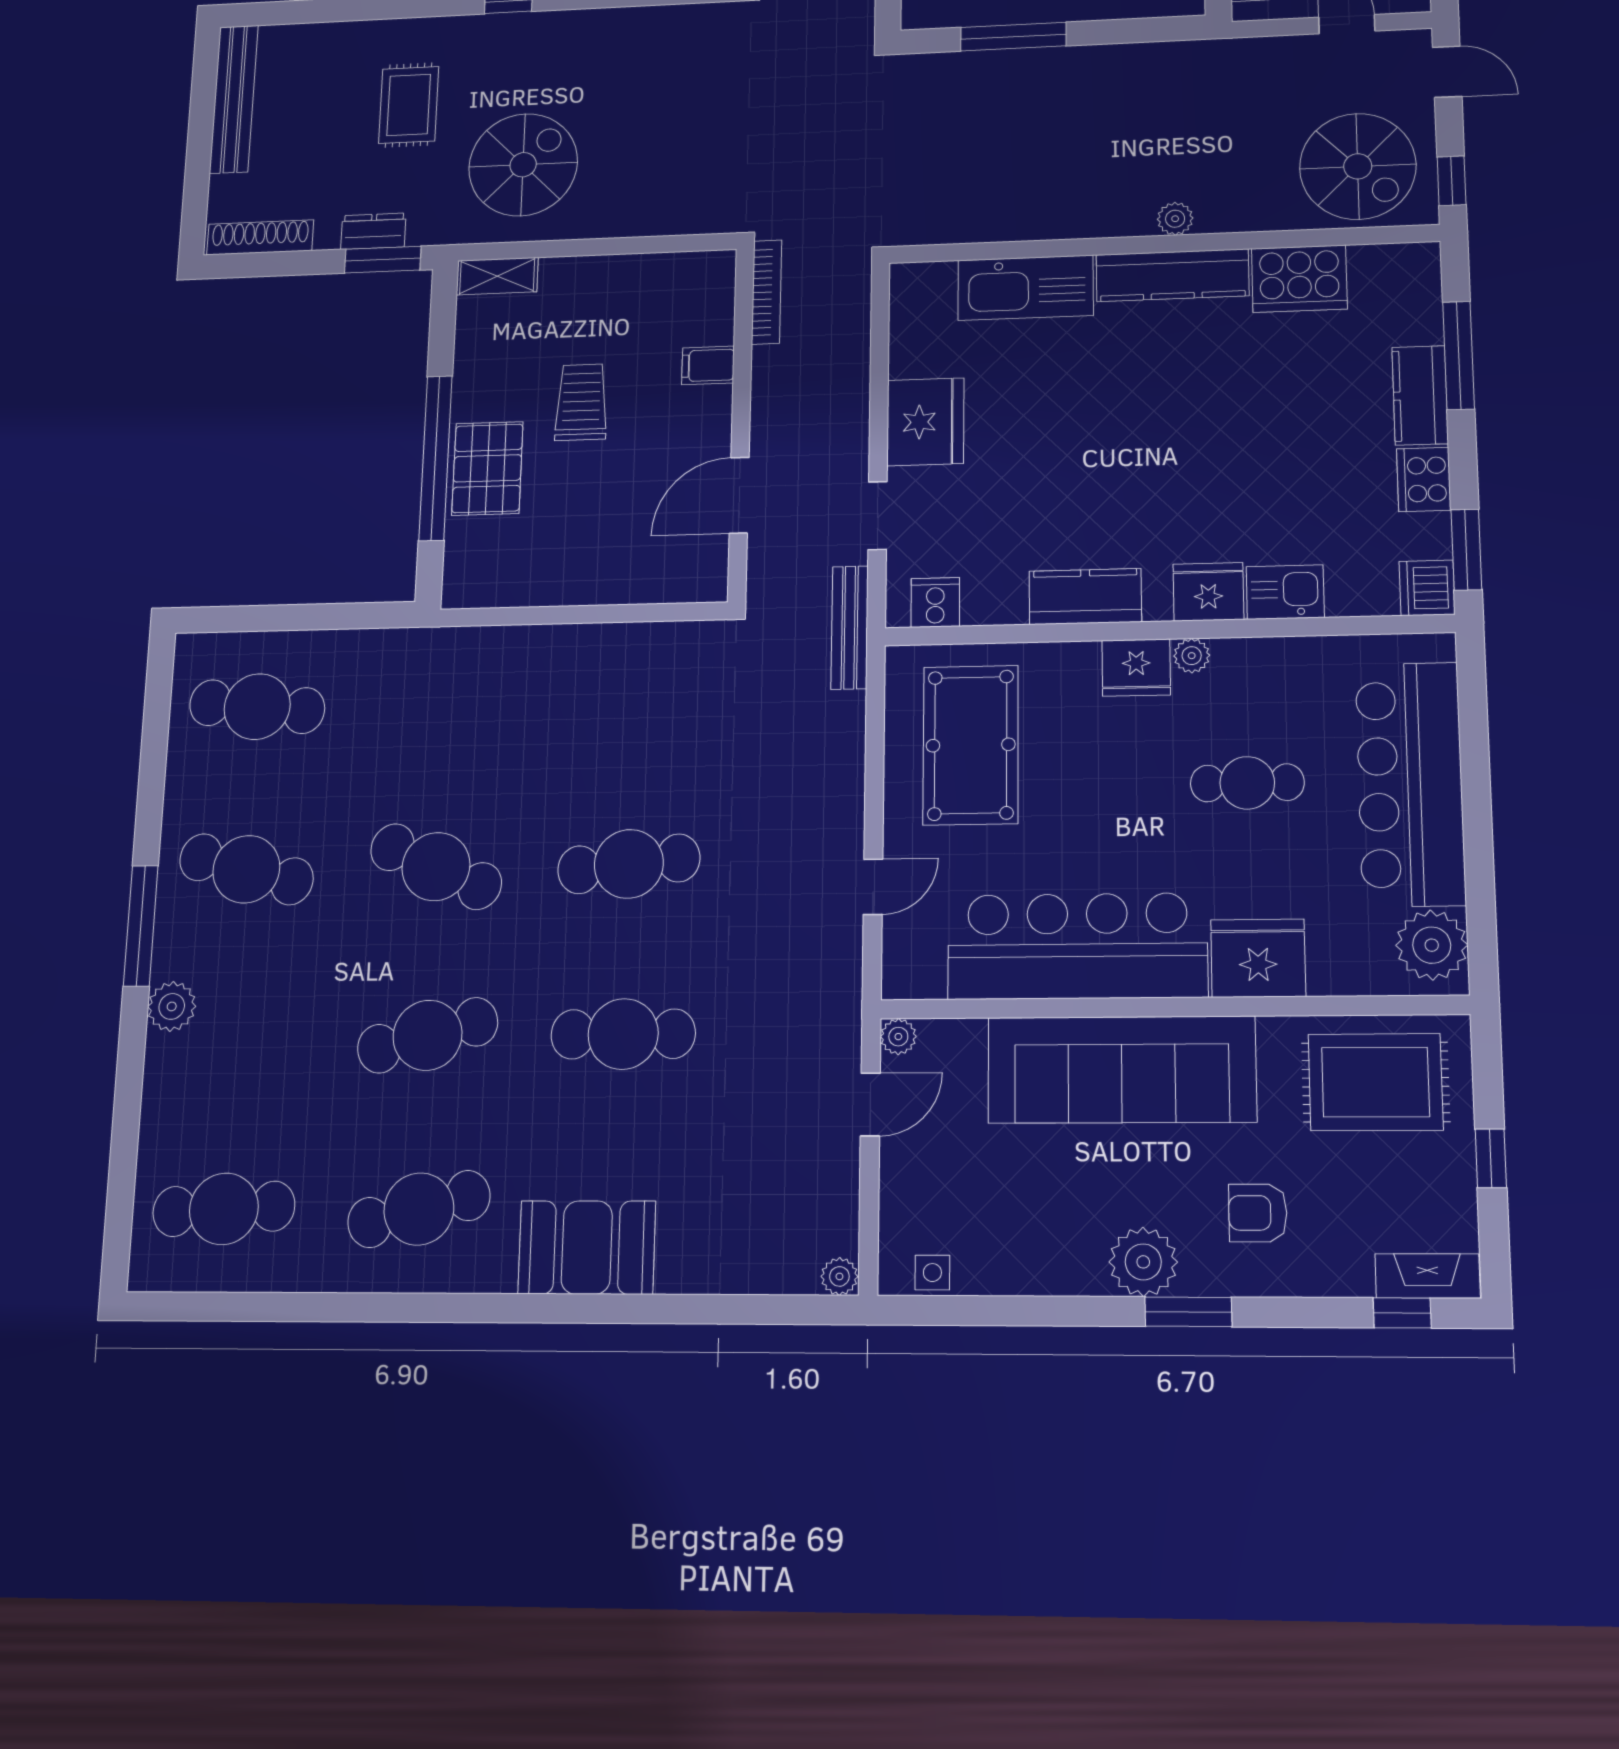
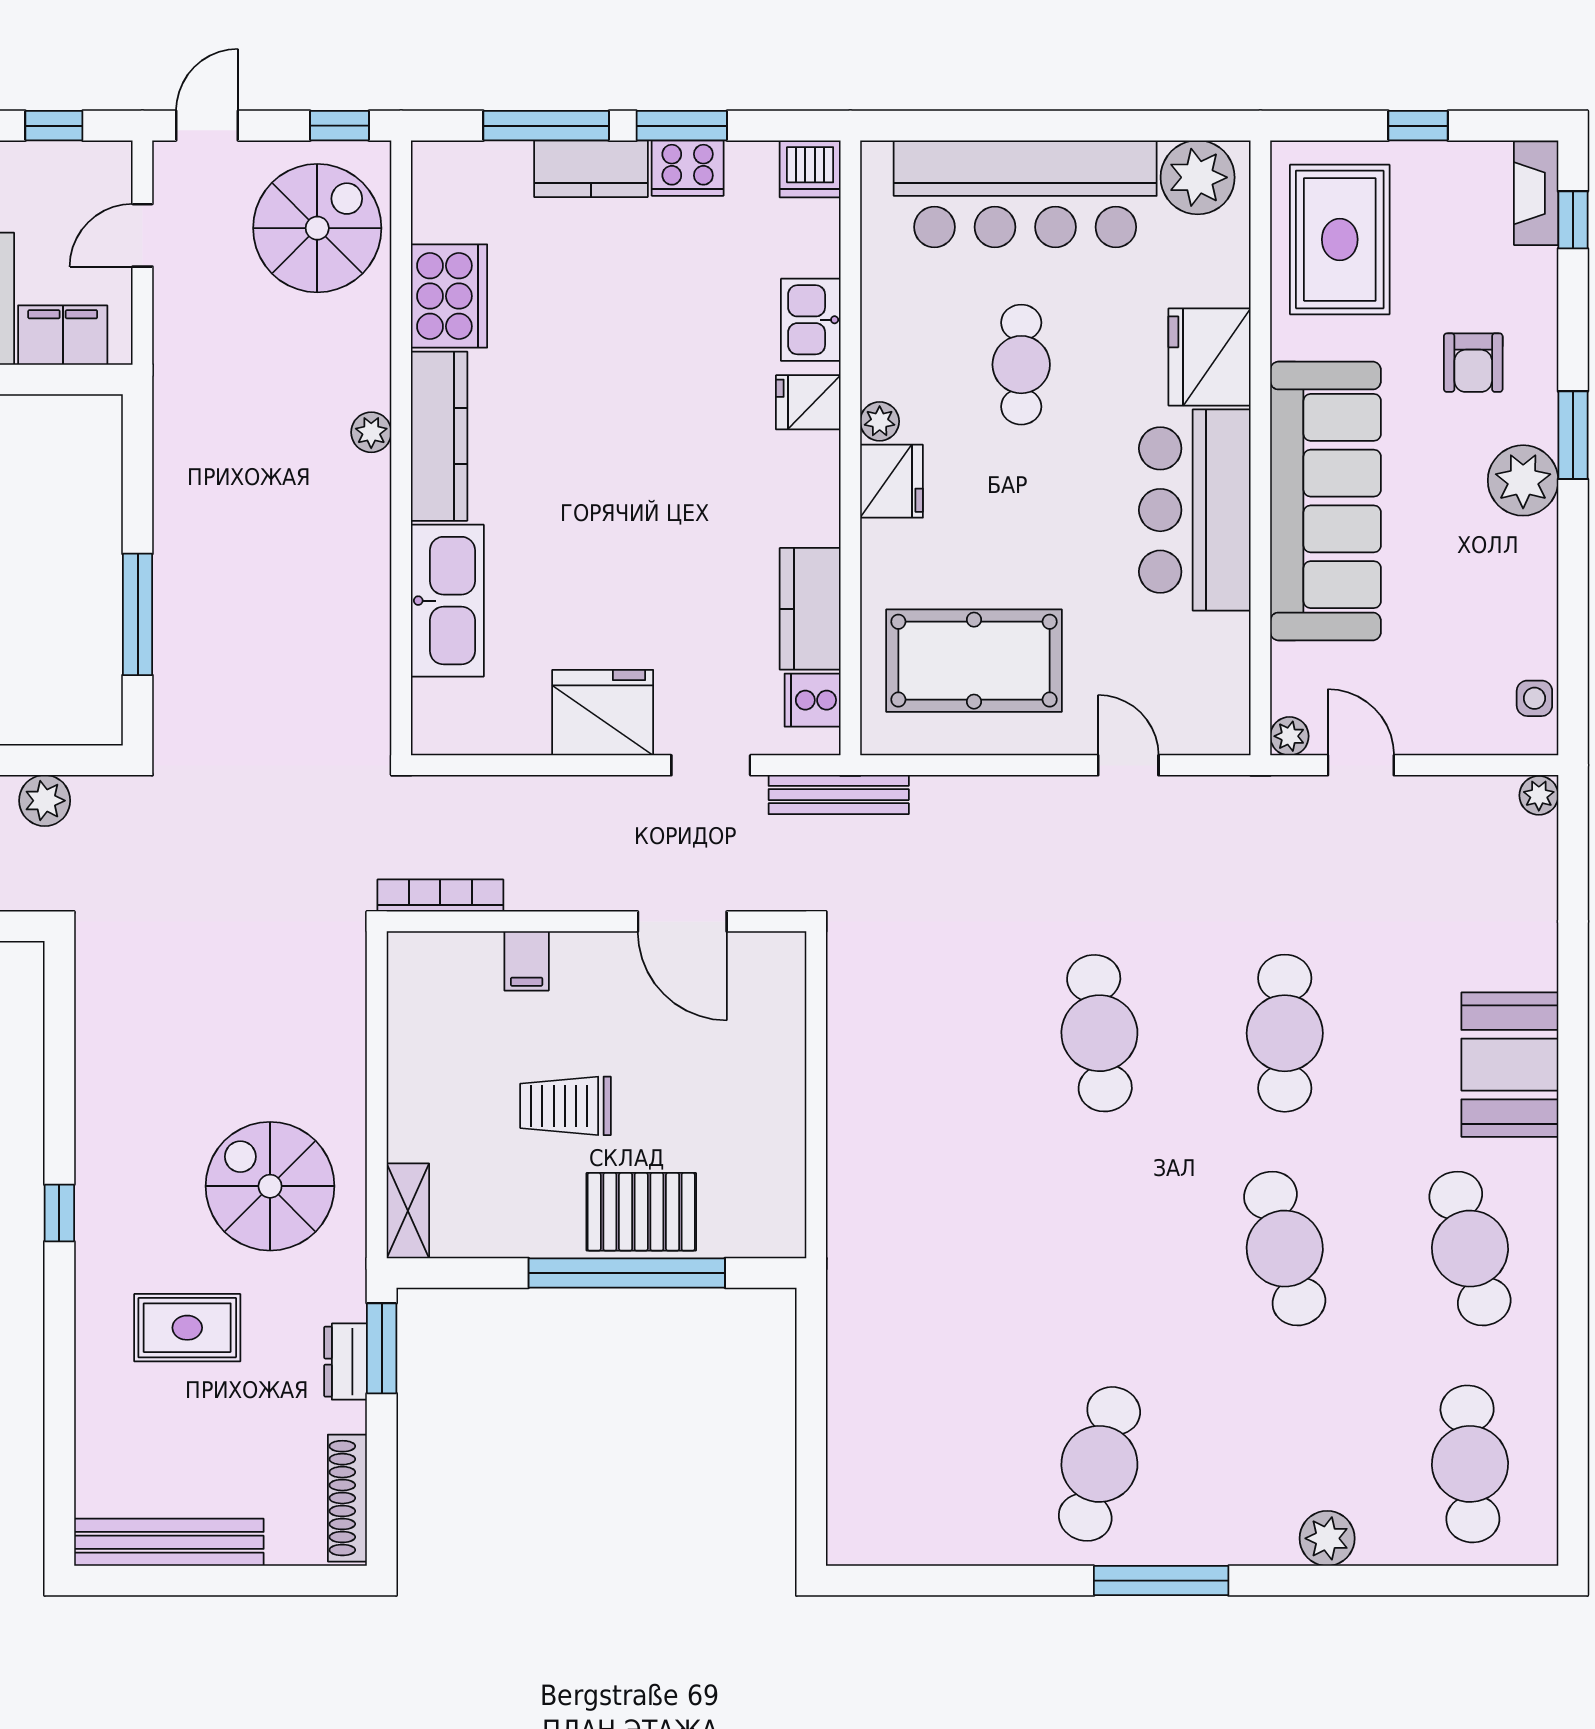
window: (1466, 550) -> (682, 126), moved
fridge: (1208, 592) -> (808, 402), width x0.72
kitchen counter: (1085, 597) -> (810, 609), moved
cafe table: (257, 707) -> (914, 1464), removed
cafe table: (436, 867) -> (1099, 1249), removed
bar counter: (1077, 946) -> (1195, 510), width x0.73
plant: (172, 1006) -> (1327, 1538), moved

